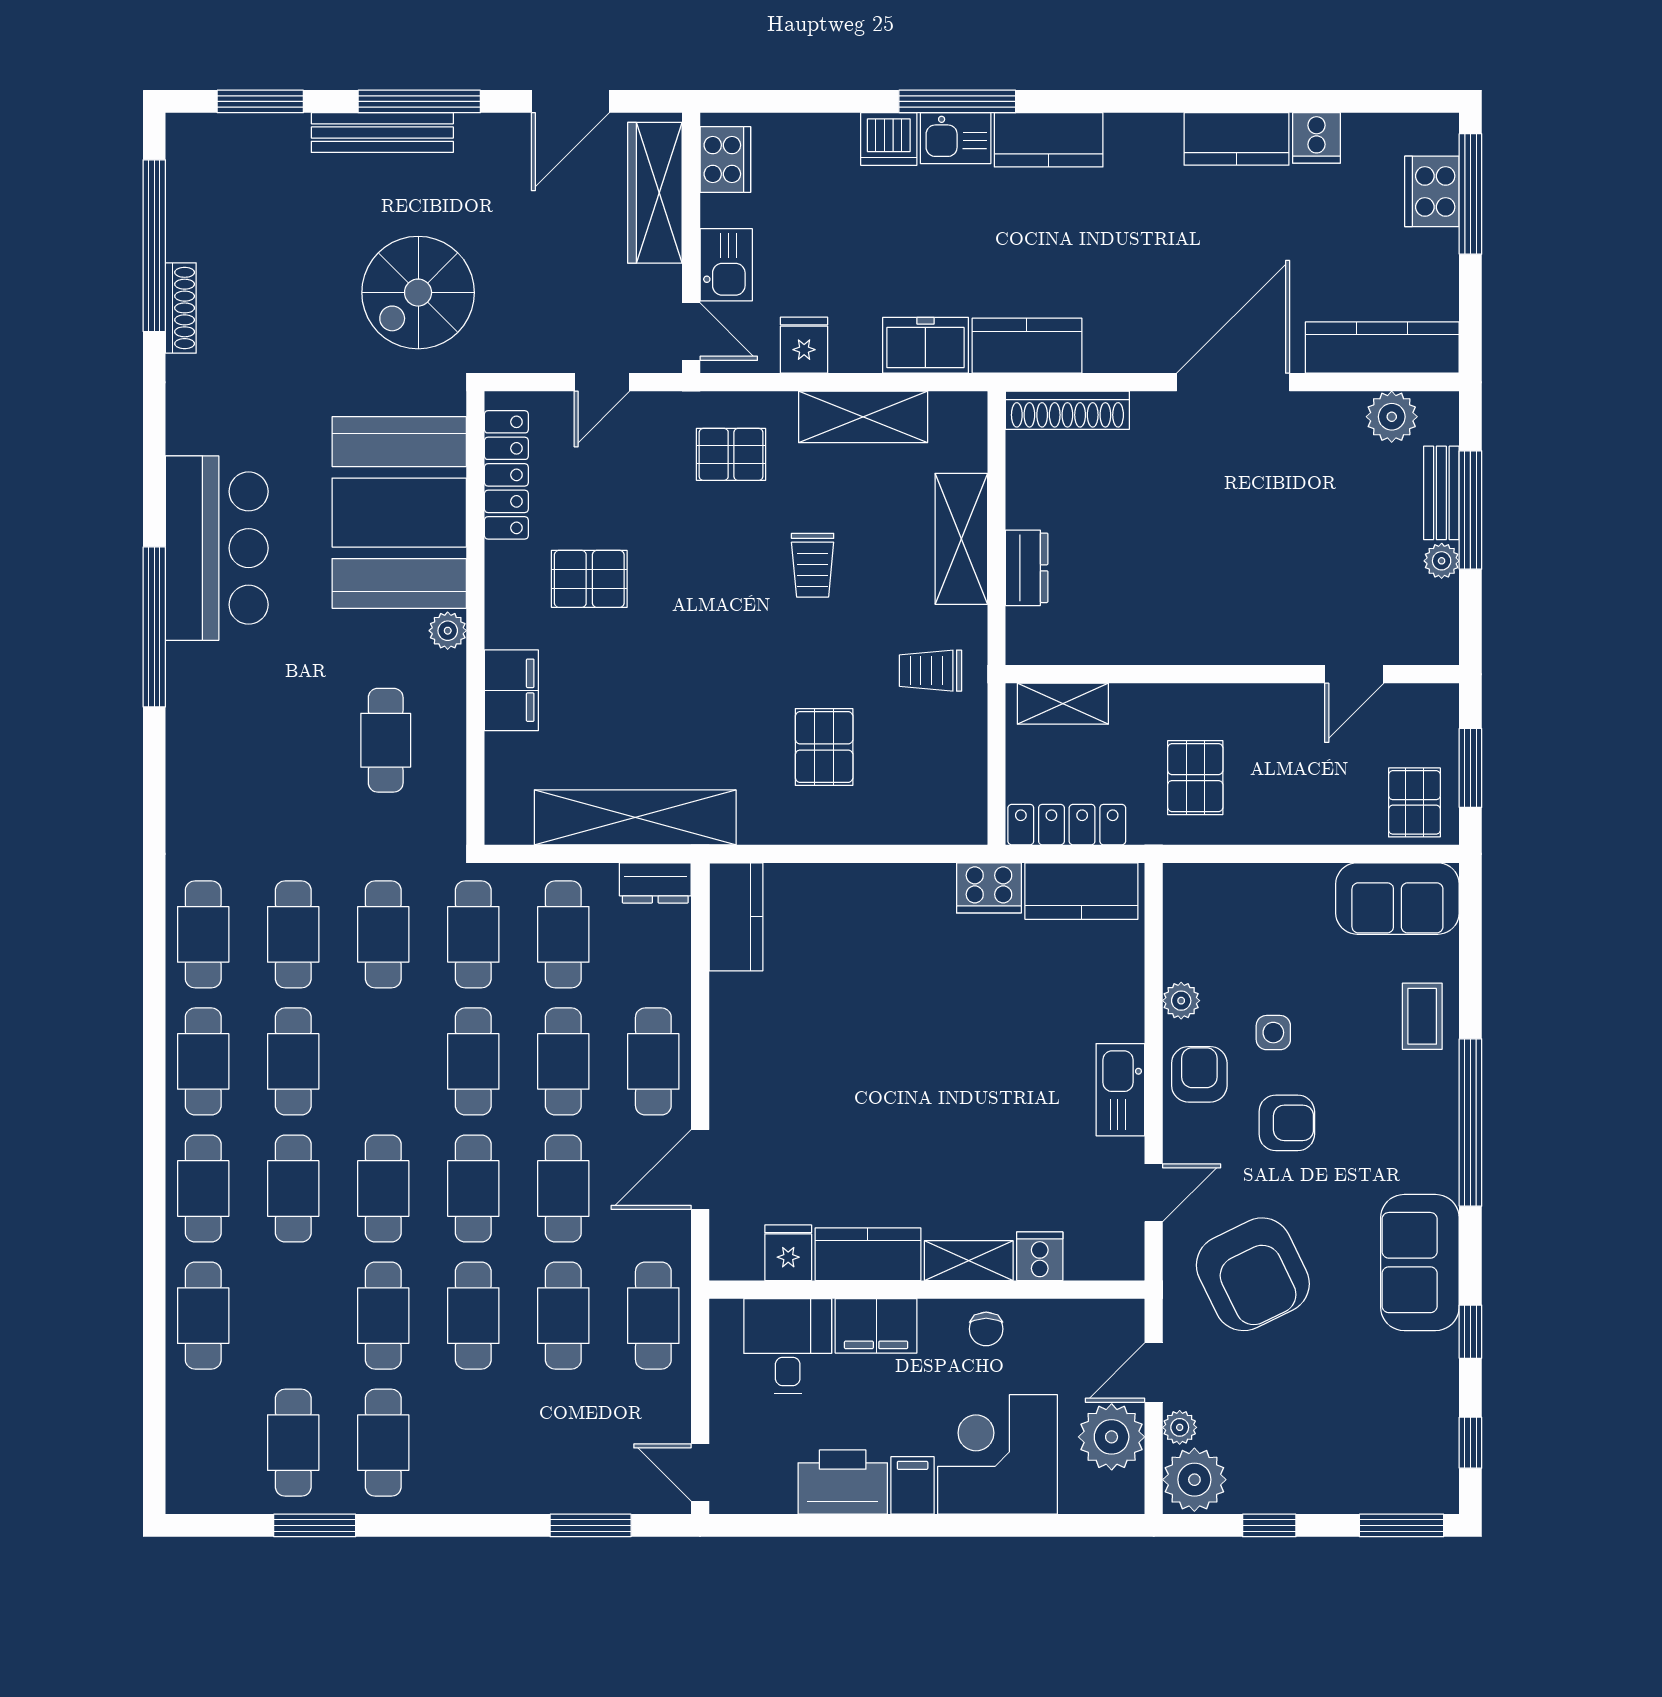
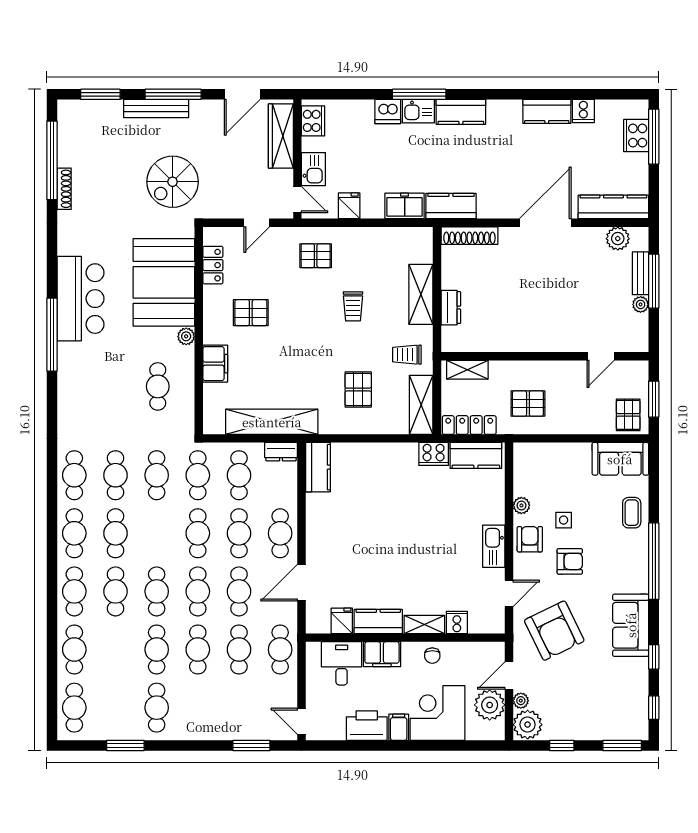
shelving: (863, 417) -> (421, 405), moved, turned 90
locker: (506, 475) -> (213, 265), width x0.66
pallet: (1195, 778) -> (528, 404), turned 90
cafe table: (293, 1443) -> (74, 708), moved

